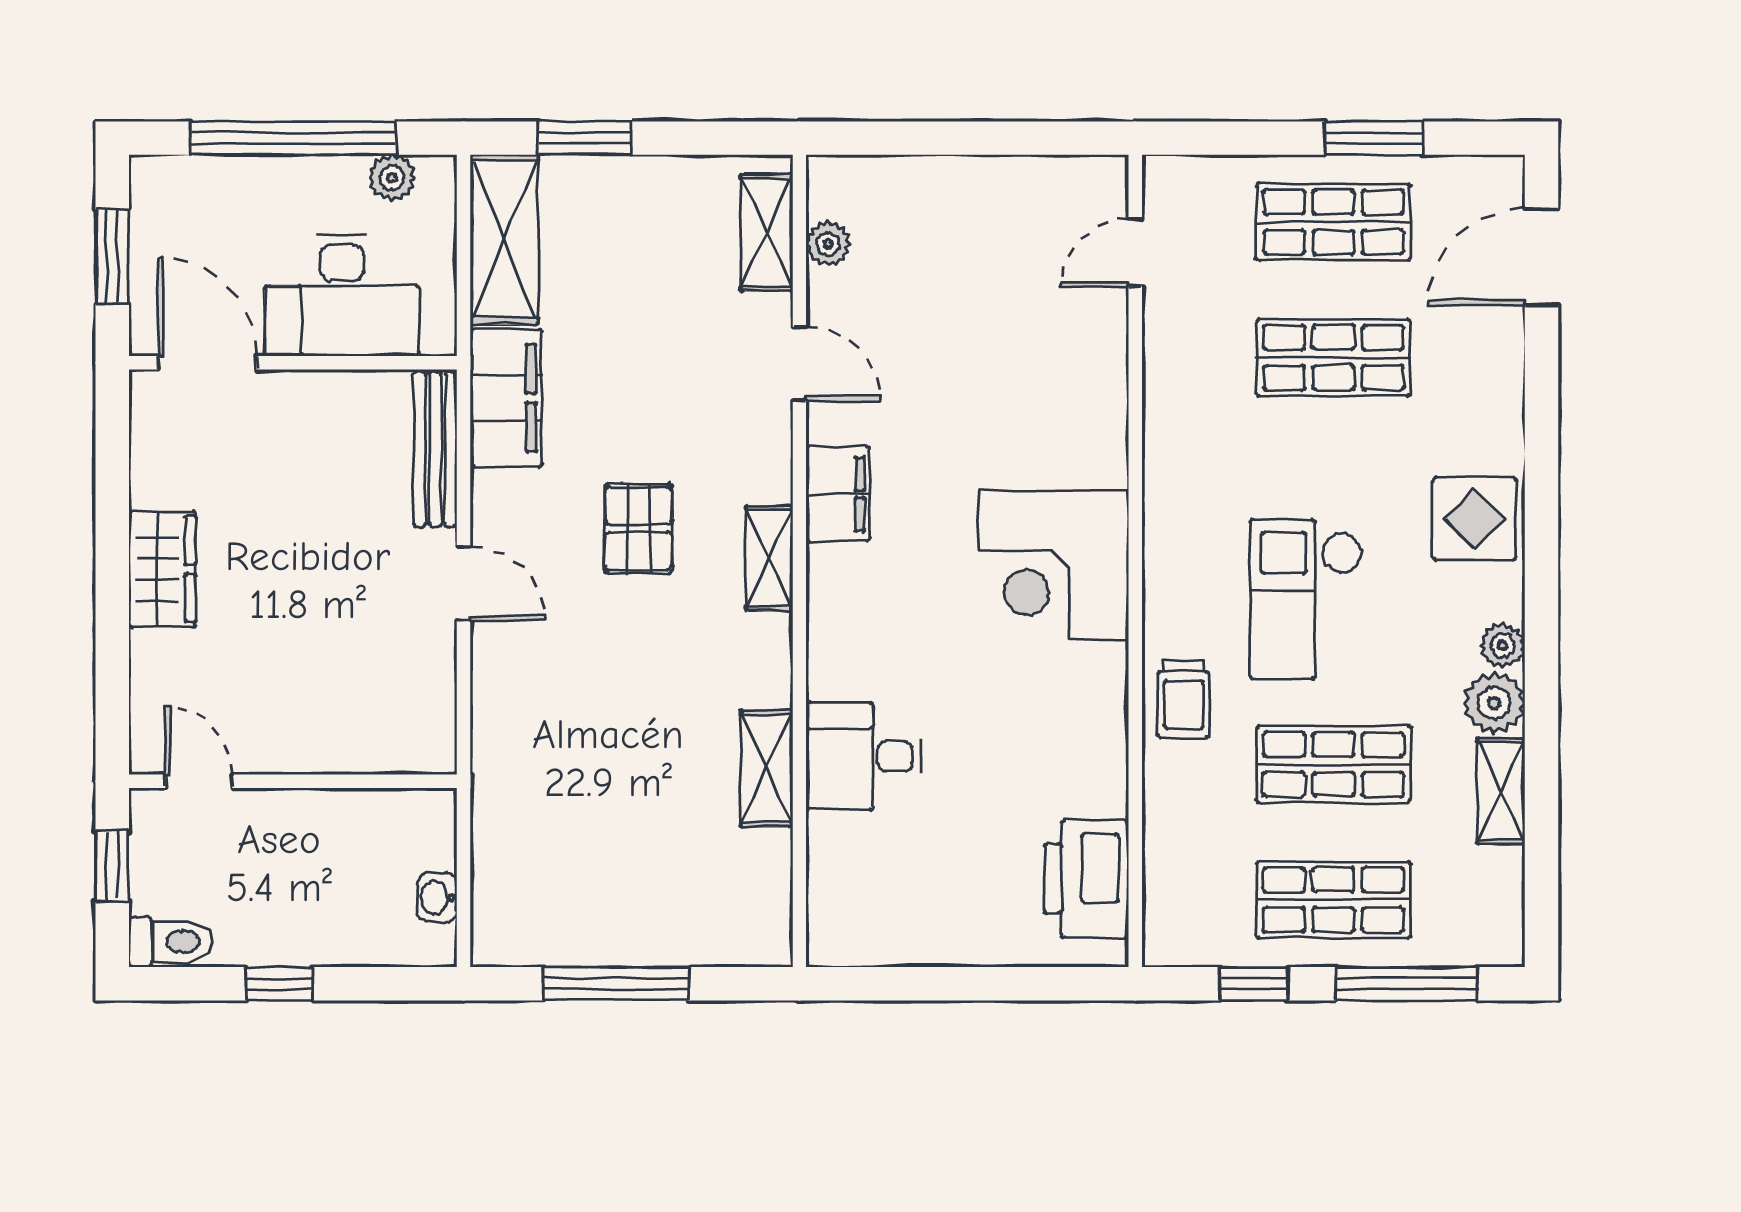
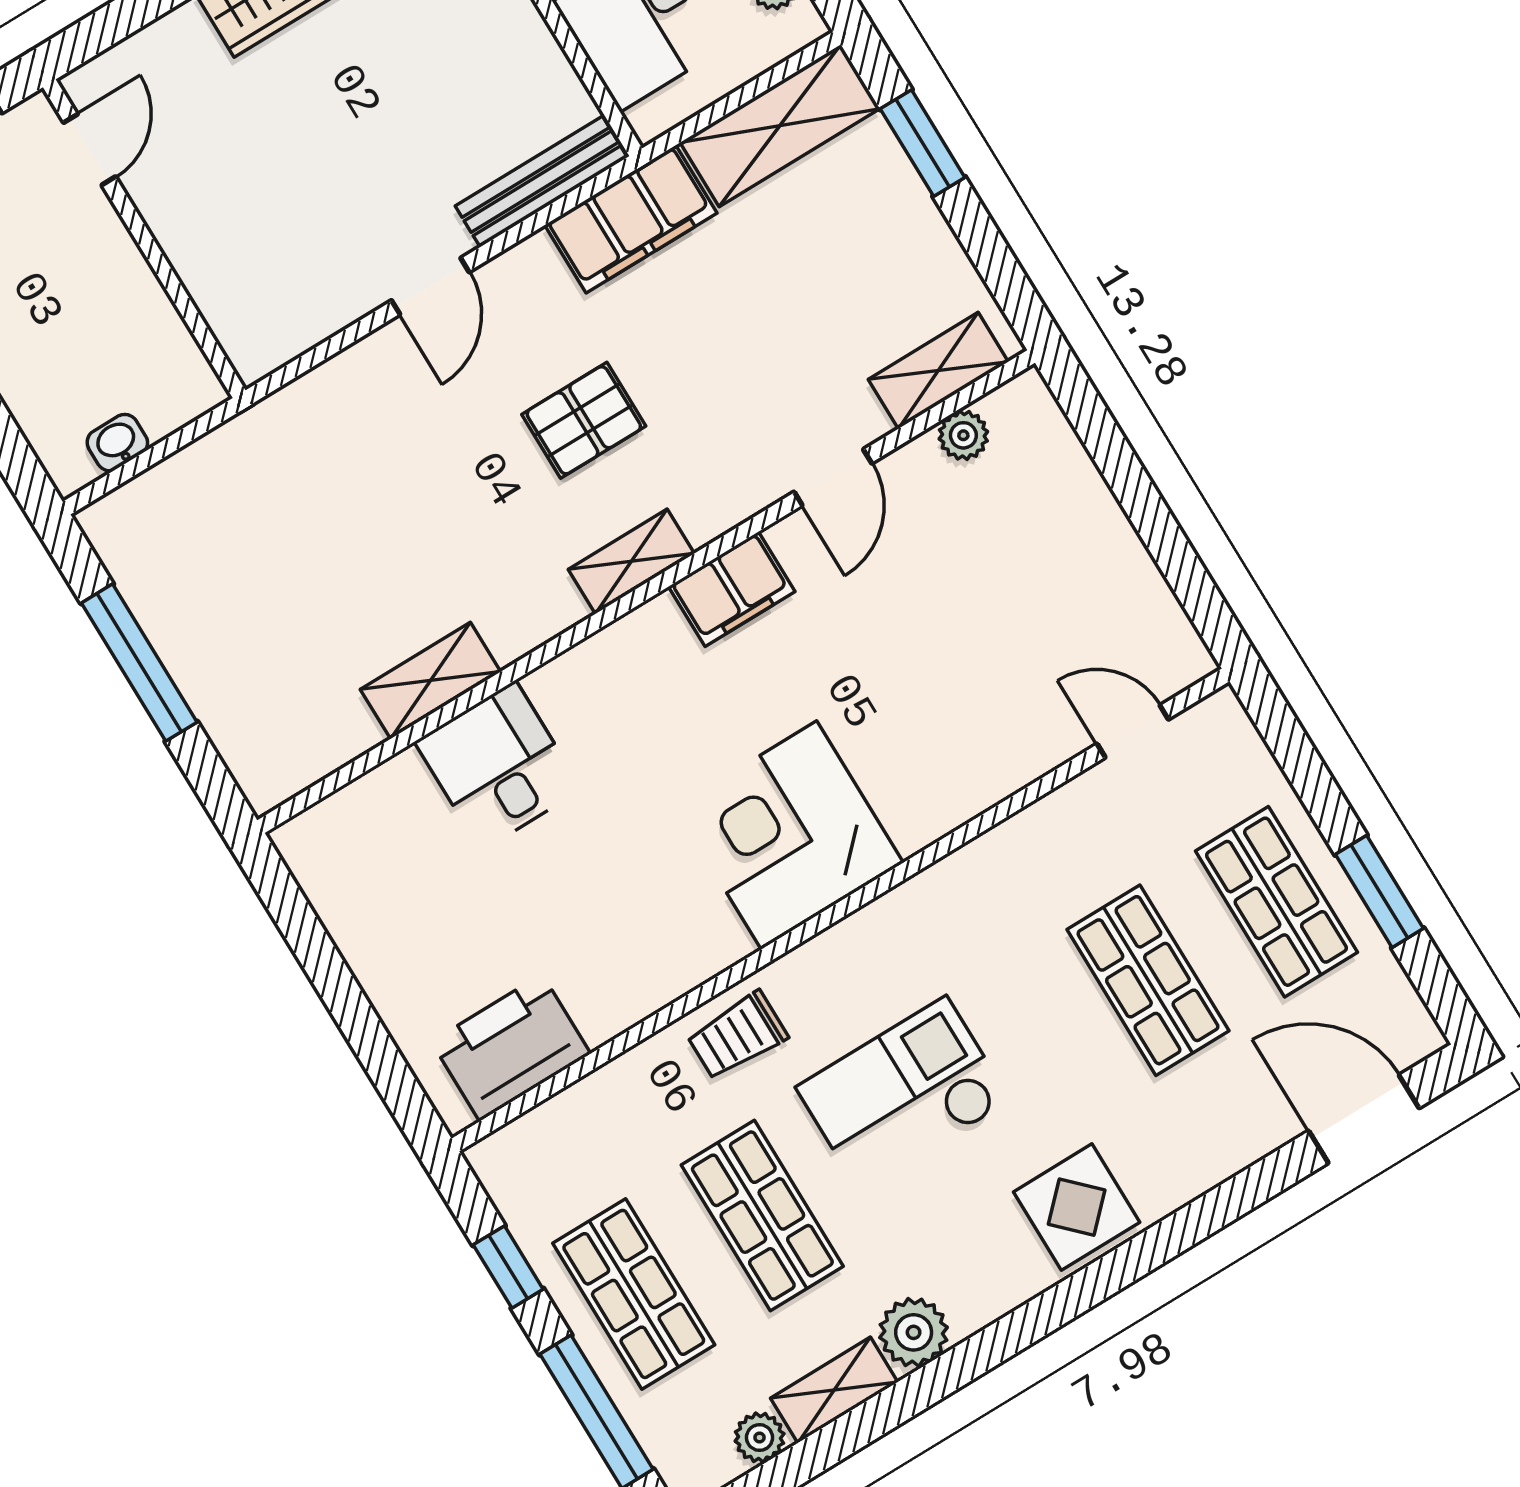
plant: (1503, 645) -> (760, 1437), moved

